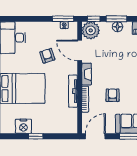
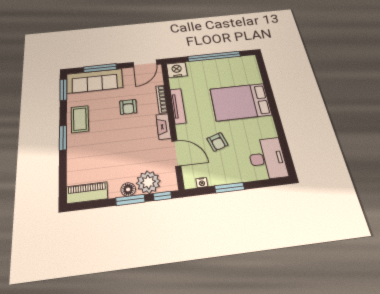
window: (63, 19) -> (230, 188), moved
plant: (91, 30) -> (148, 182), moved
nightstand: (23, 126) -> (177, 70), moved
window: (36, 136) -> (214, 56), width x3.17

